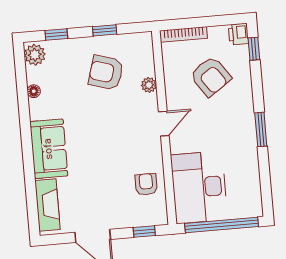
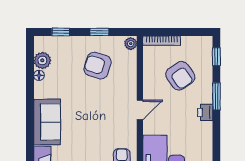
printer: (238, 34) -> (205, 112), moved
plant: (35, 55) -> (42, 60), moved
plant: (149, 85) -> (131, 44), moved
window: (261, 129) -> (216, 96), moved

